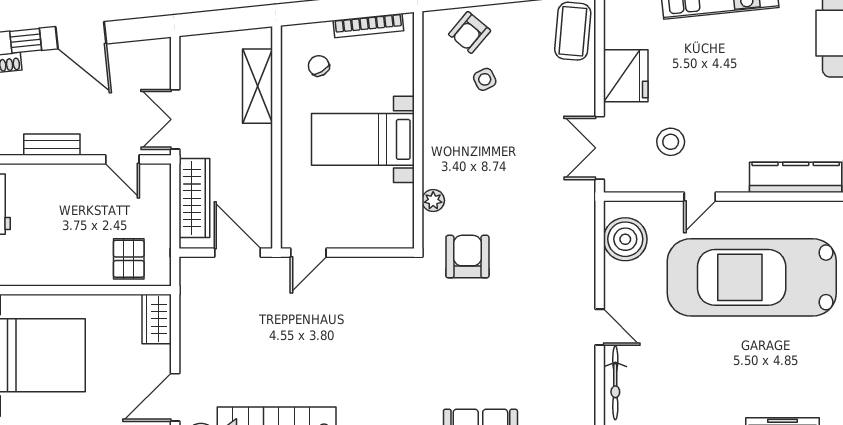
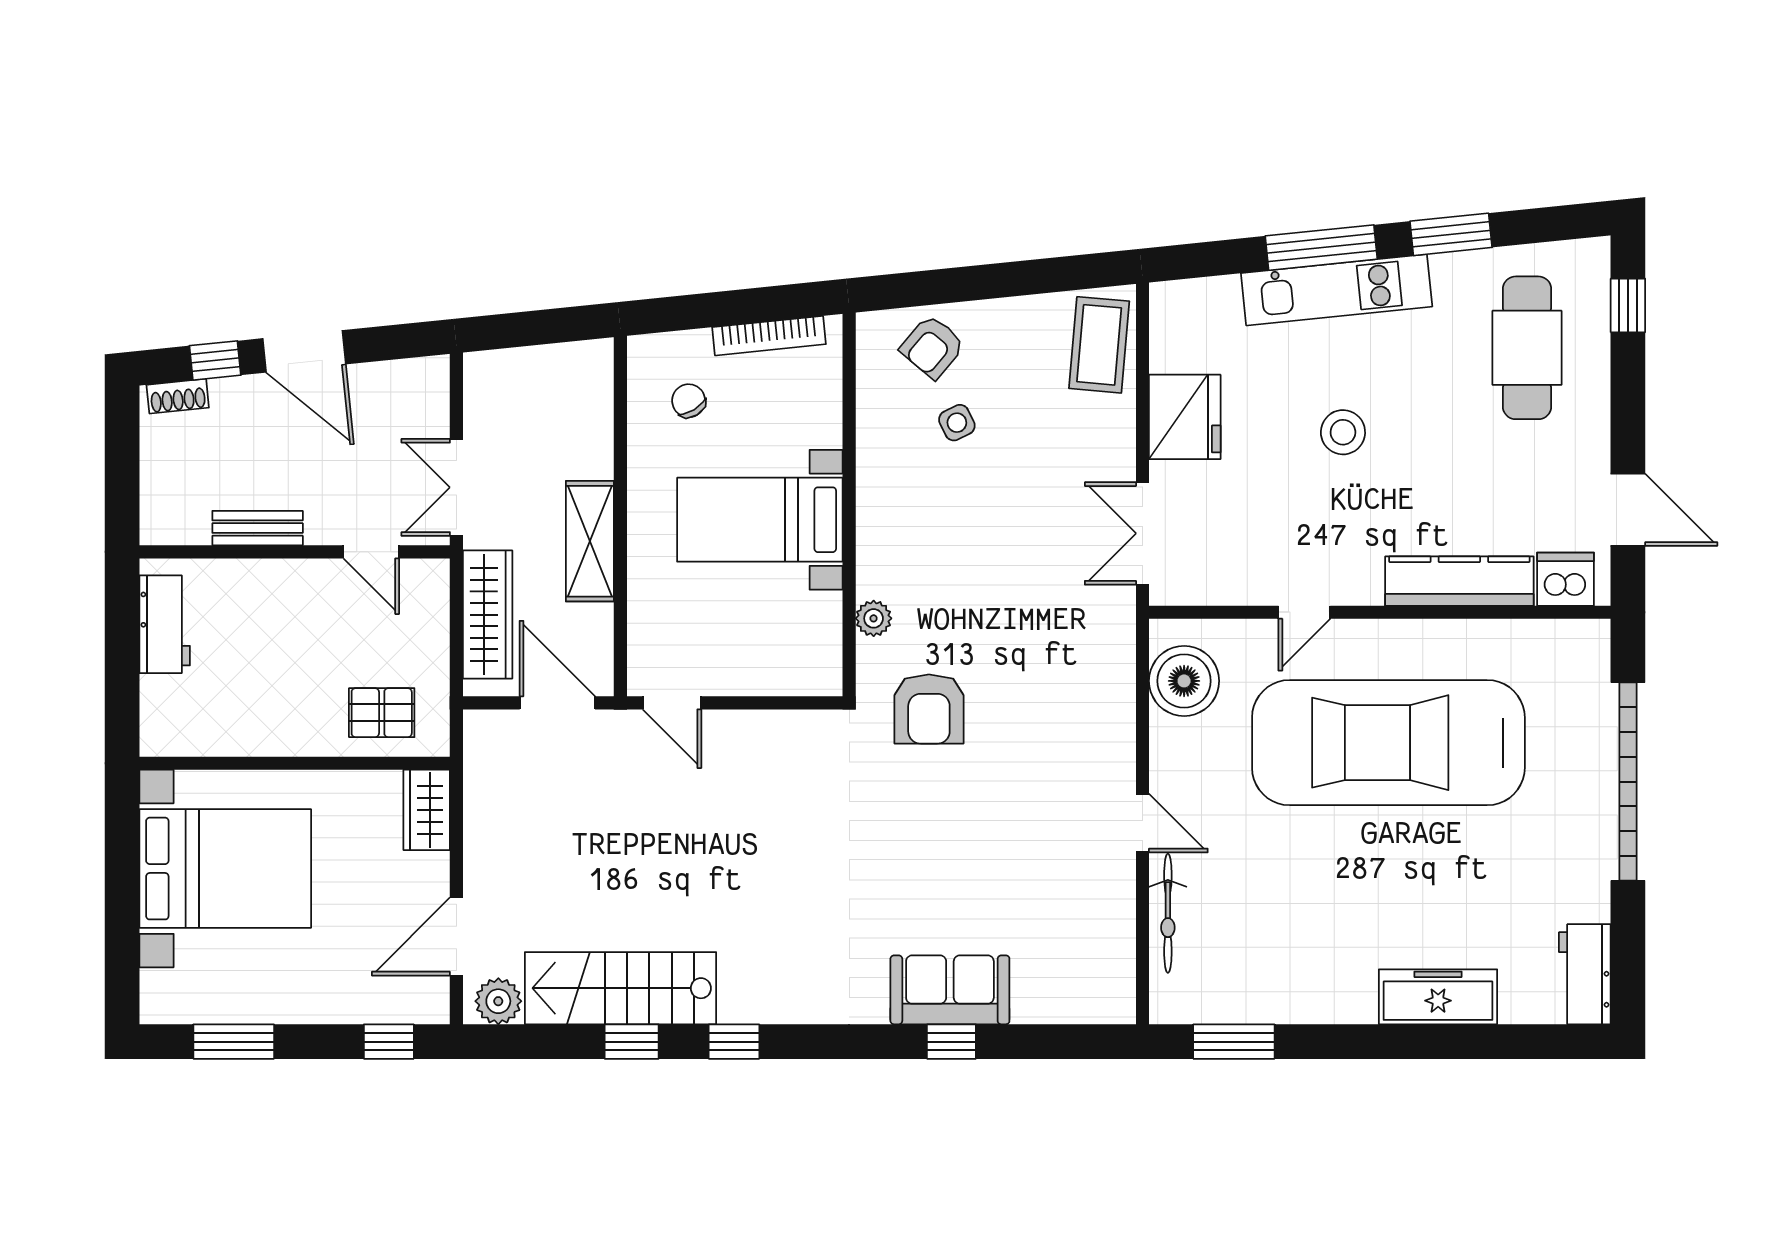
shelving: (258, 86) -> (590, 541), moved
stool: (671, 142) -> (1343, 432), moved
door: (308, 253) -> (672, 703), hinge flipped
armchair: (467, 257) -> (929, 709), turned 180
pallet: (129, 259) -> (382, 713), turned 90

